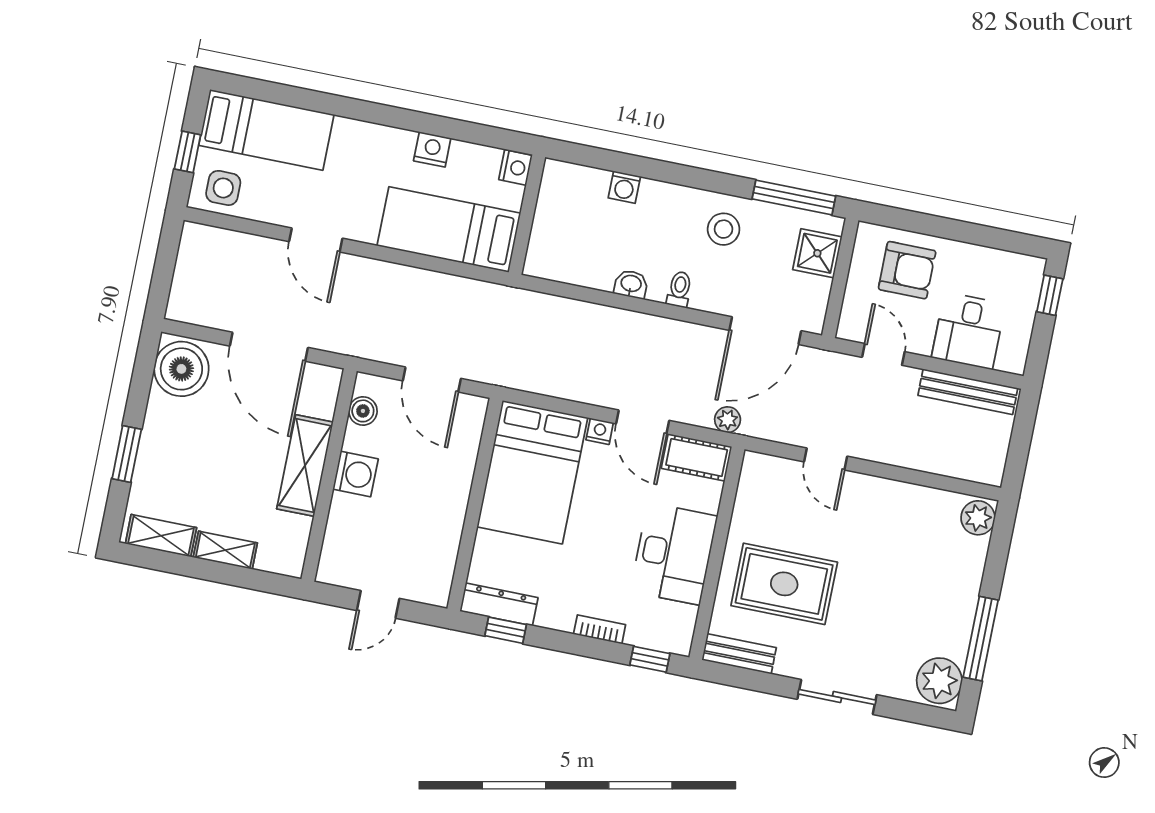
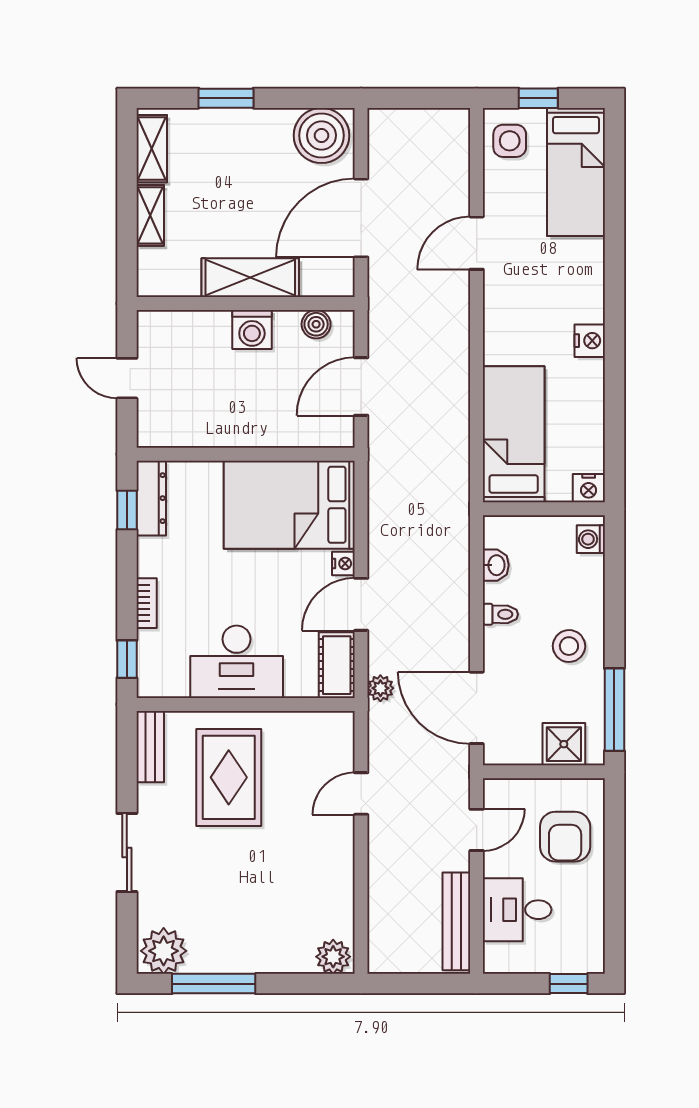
nightstand: (516, 168) -> (589, 488), moved
wall: (527, 215) -> (544, 509), moved
bed: (449, 229) -> (514, 434), moved

